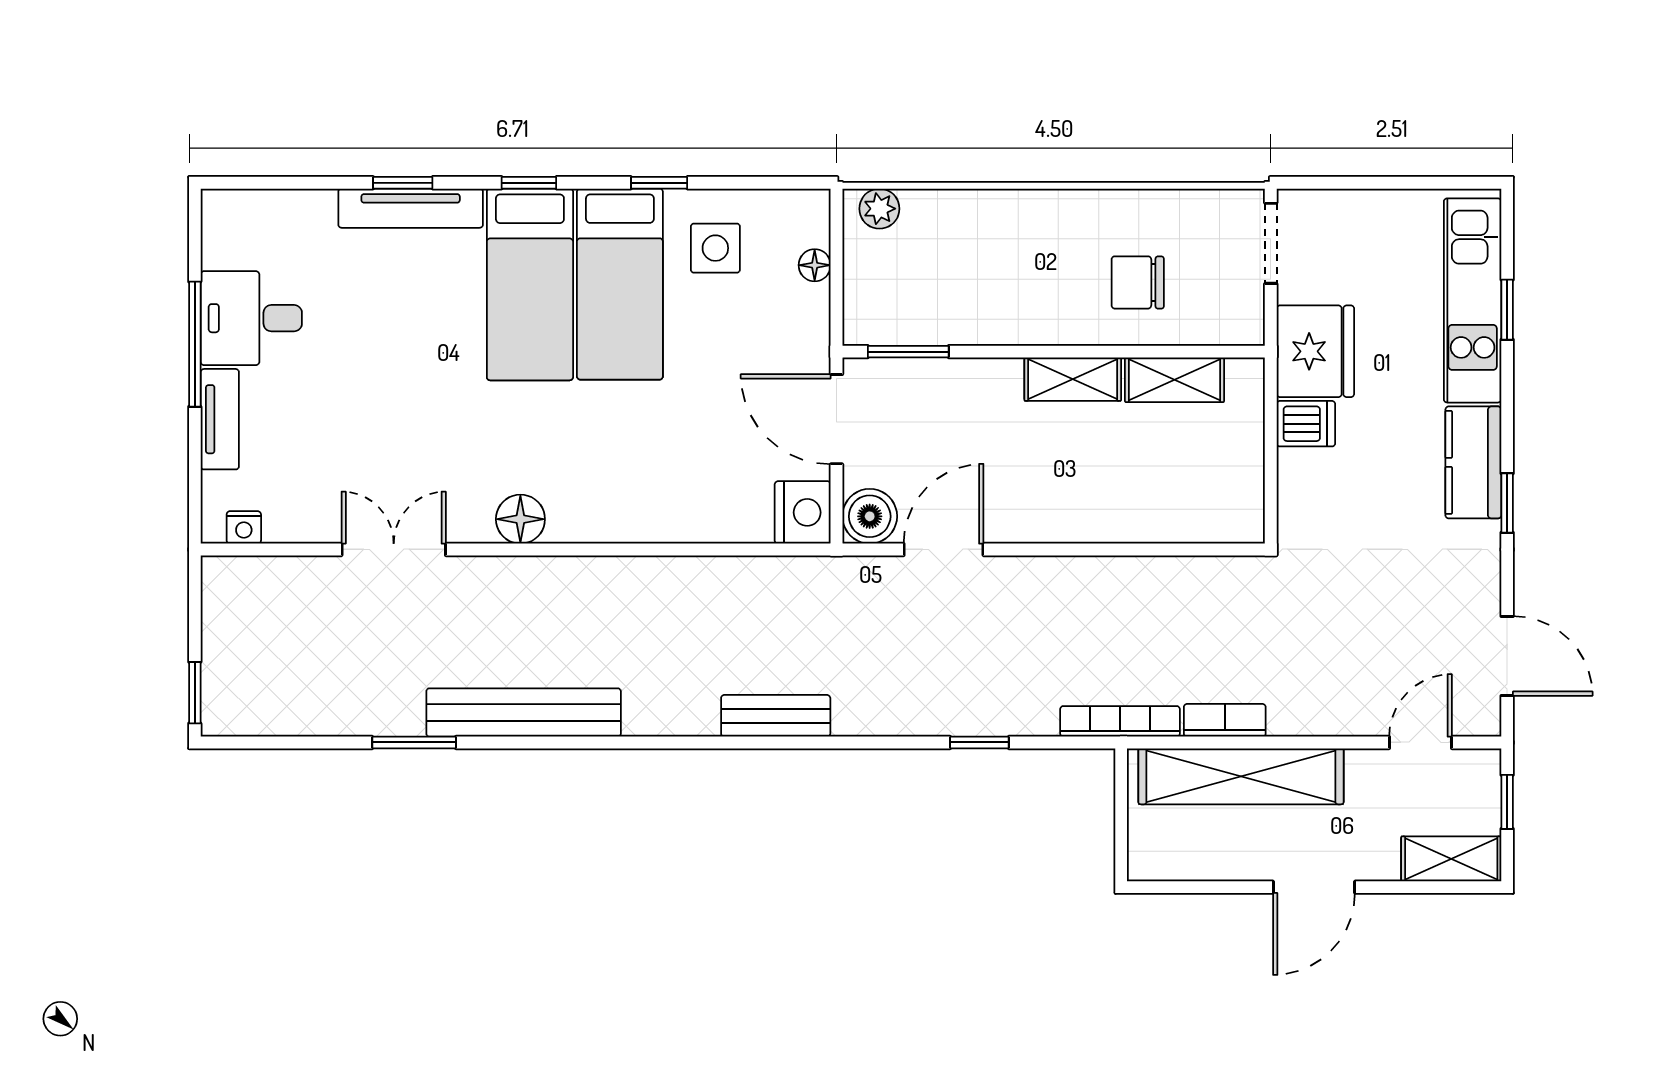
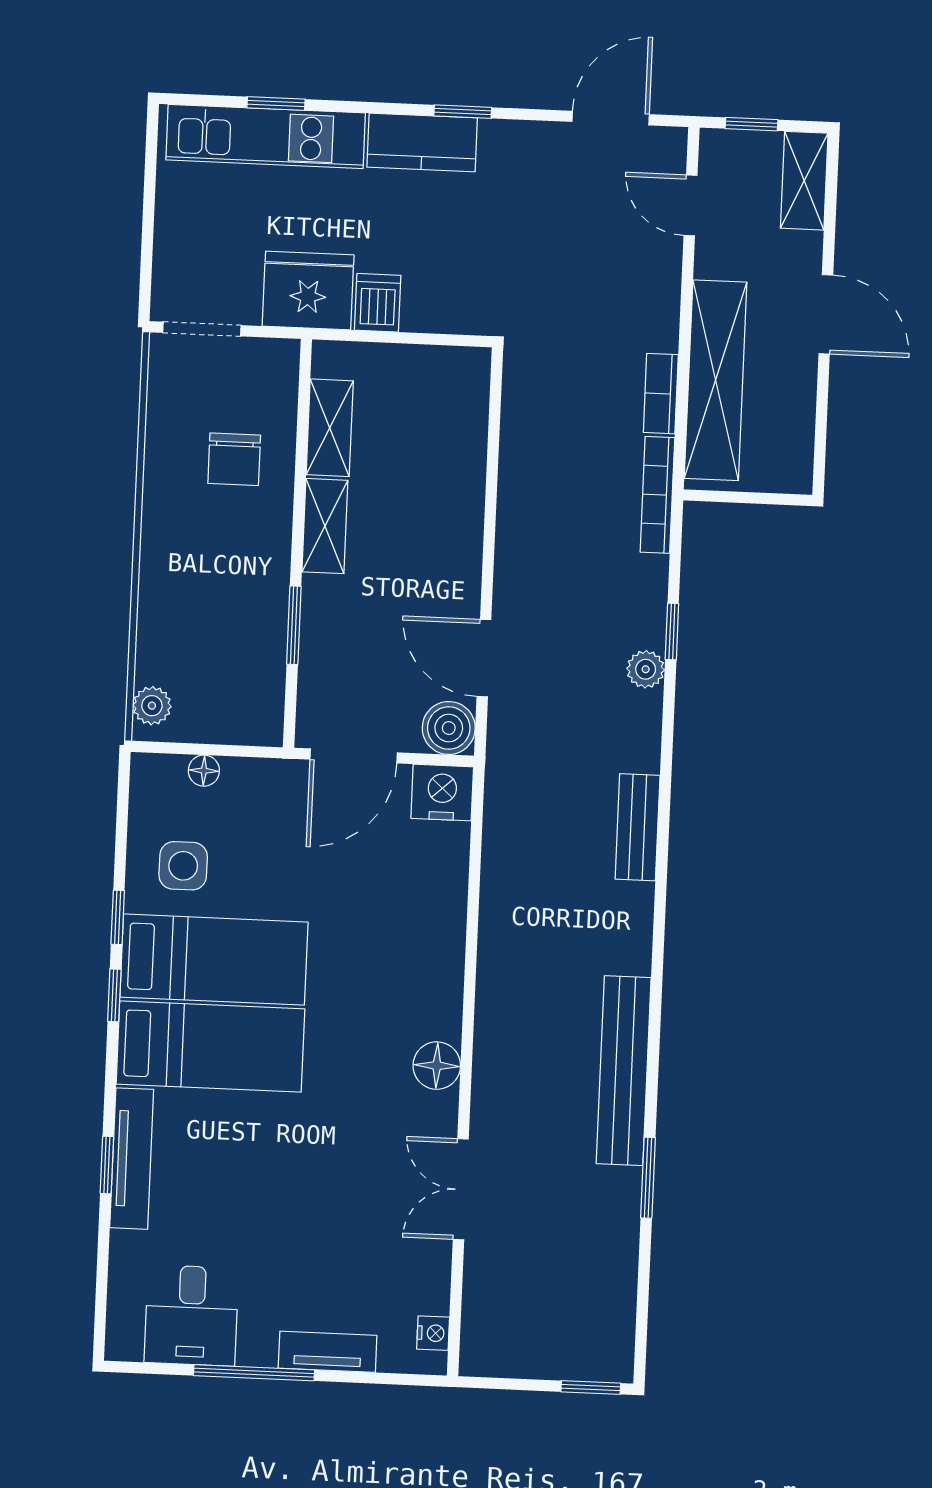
window: (529, 183) -> (114, 995), moved
desk: (251, 318) -> (191, 1315), moved
window: (908, 352) -> (294, 625), moved
plant: (939, 717) -> (646, 669), added

